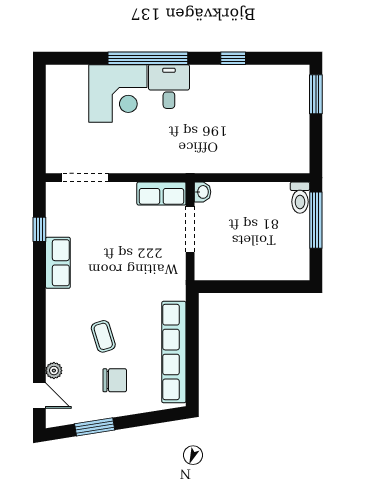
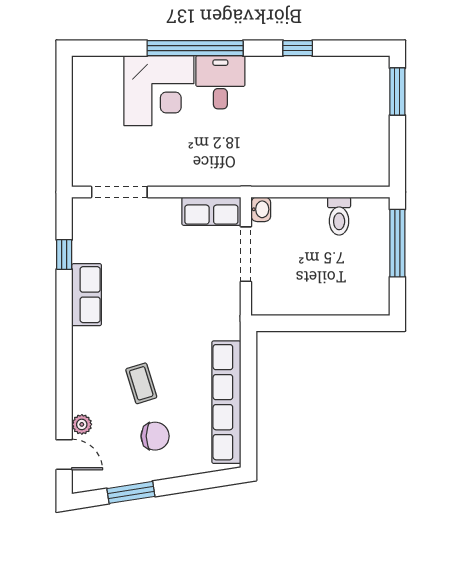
toilet: (300, 198) -> (339, 216), moved

